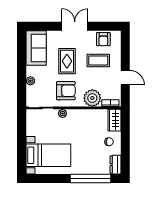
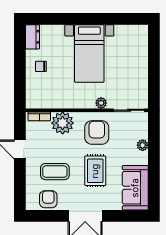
armchair: (66, 91) -> (97, 132), turned 90
wardrobe: (114, 120) -> (34, 94), removed
bed with nightstands: (48, 155) -> (89, 53), moved, turned -90
window: (91, 179) -> (65, 19), removed

